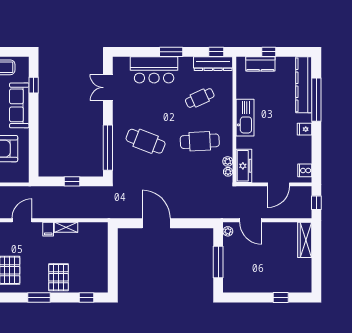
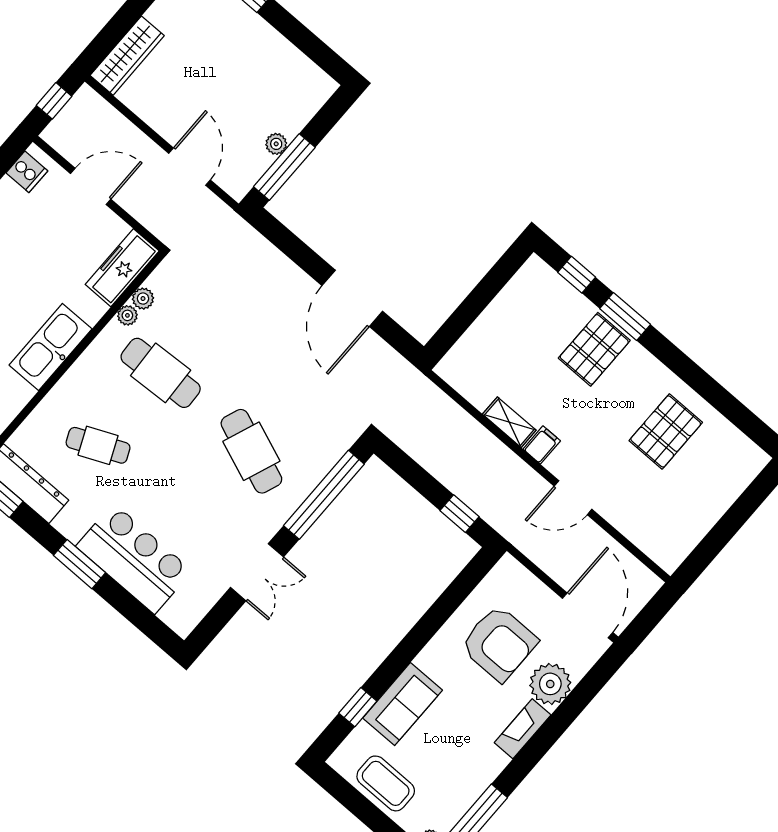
double door: (108, 88) -> (257, 572), moved
sofa: (19, 105) -> (403, 704), width x0.73
plant: (228, 172) -> (127, 315), moved
window: (72, 181) -> (460, 514), moved
plant: (228, 231) -> (276, 144), moved
window: (218, 262) -> (284, 167), moved
window: (39, 298) -> (625, 317), moved

